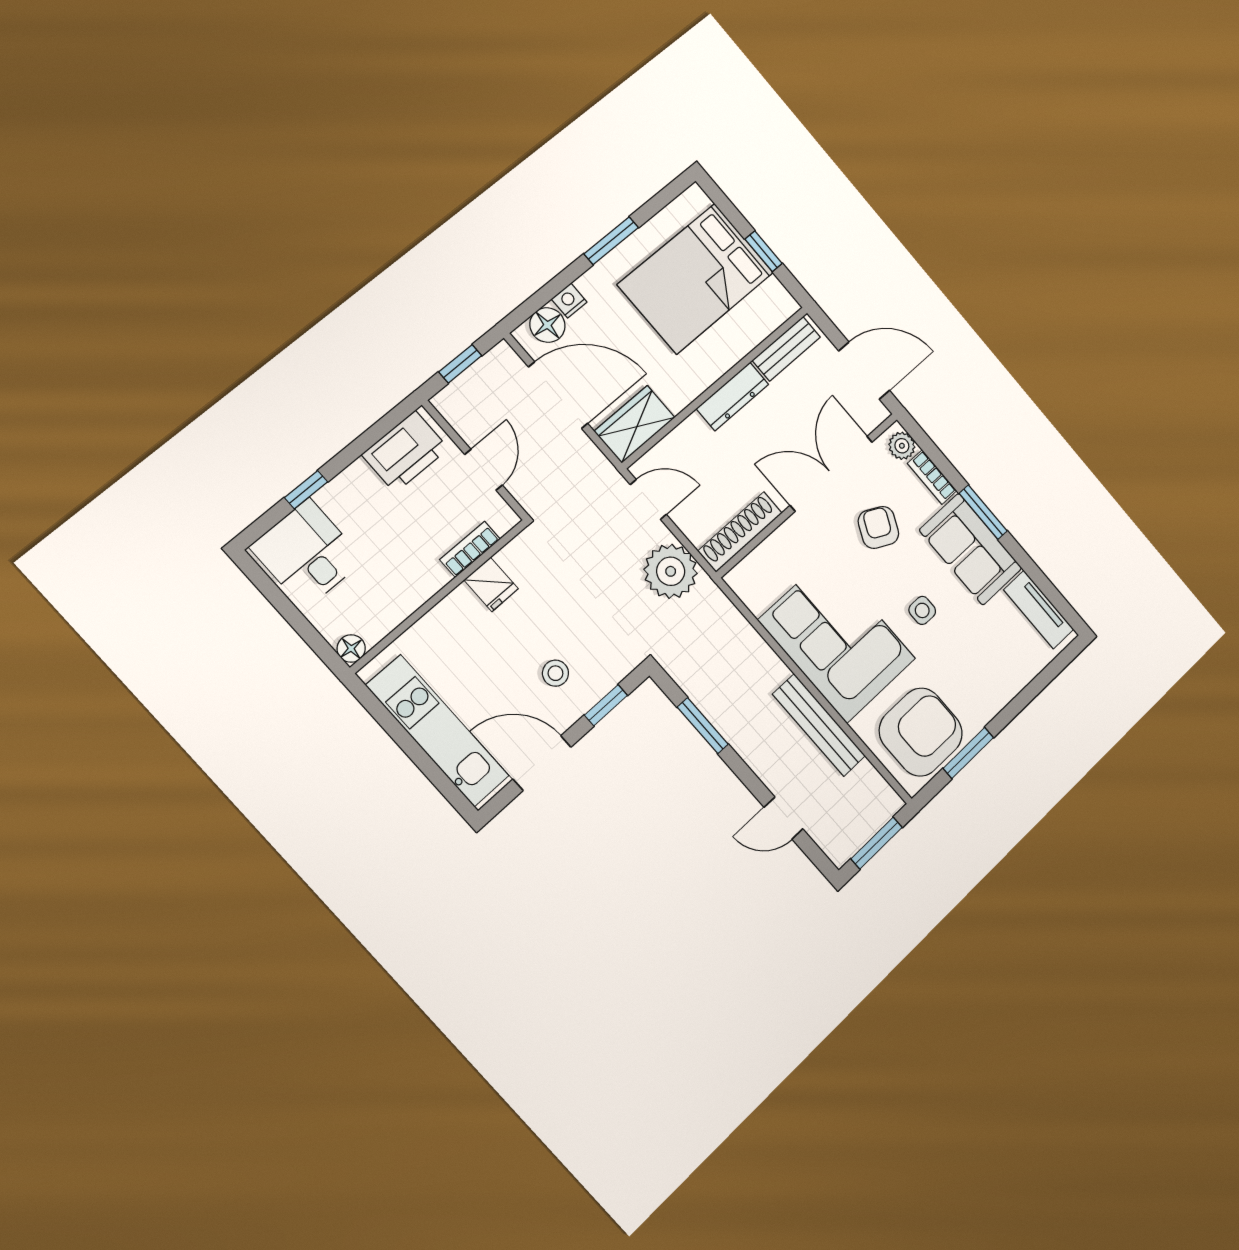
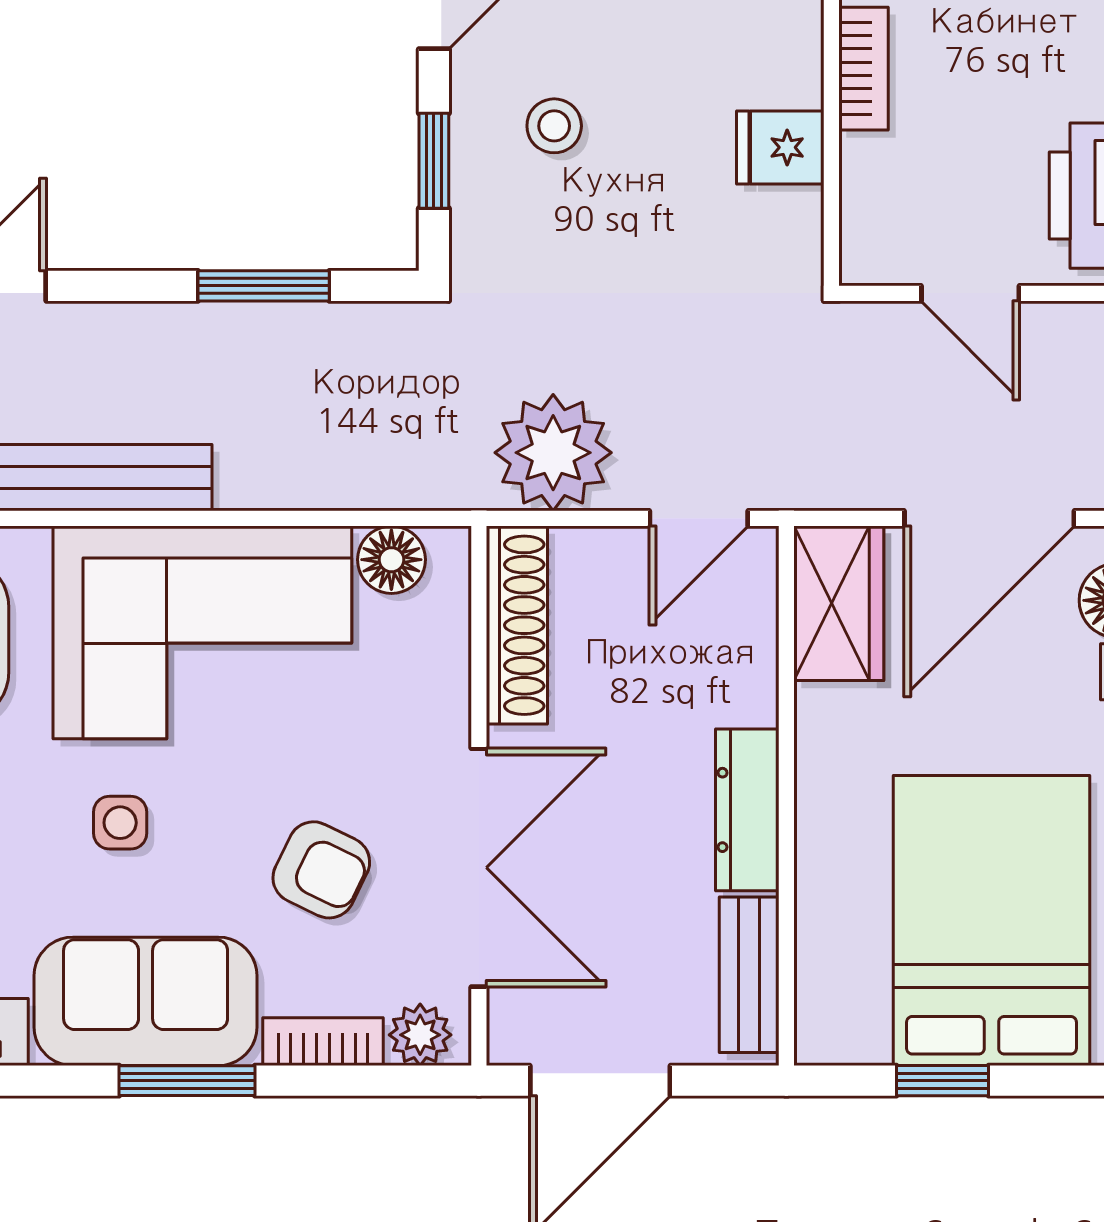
bookcase: (470, 549) -> (863, 69), moved
floor lamp: (756, 596) -> (391, 560), added

